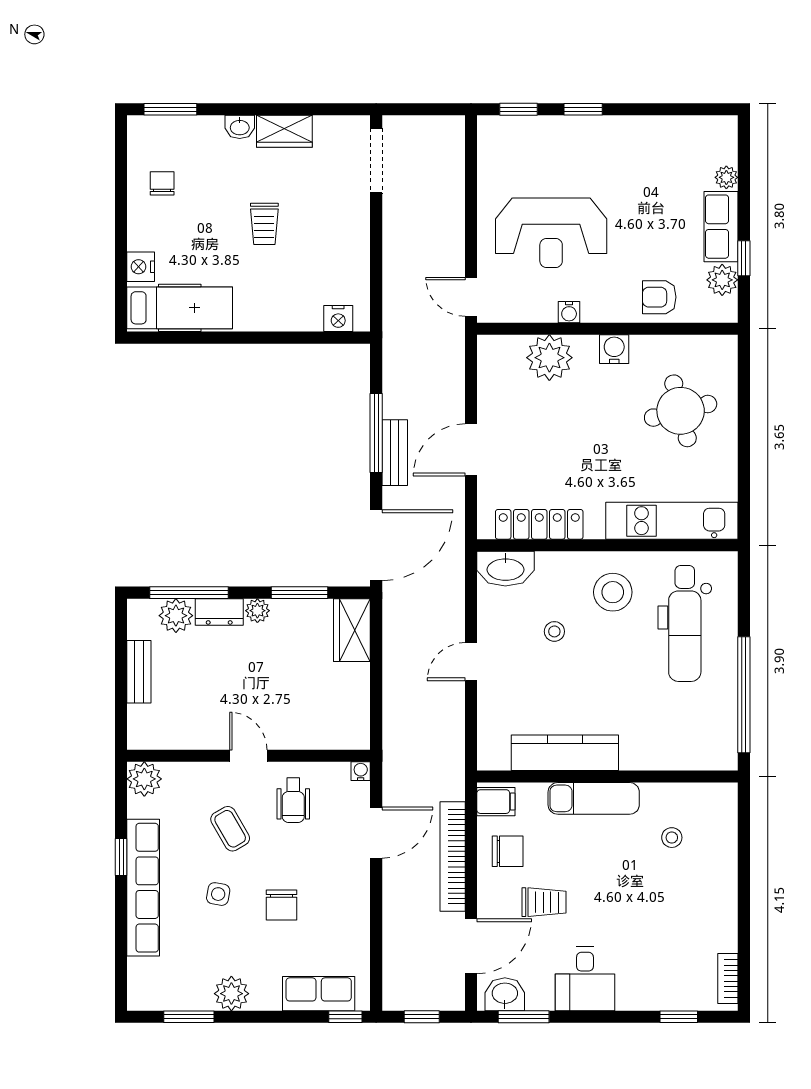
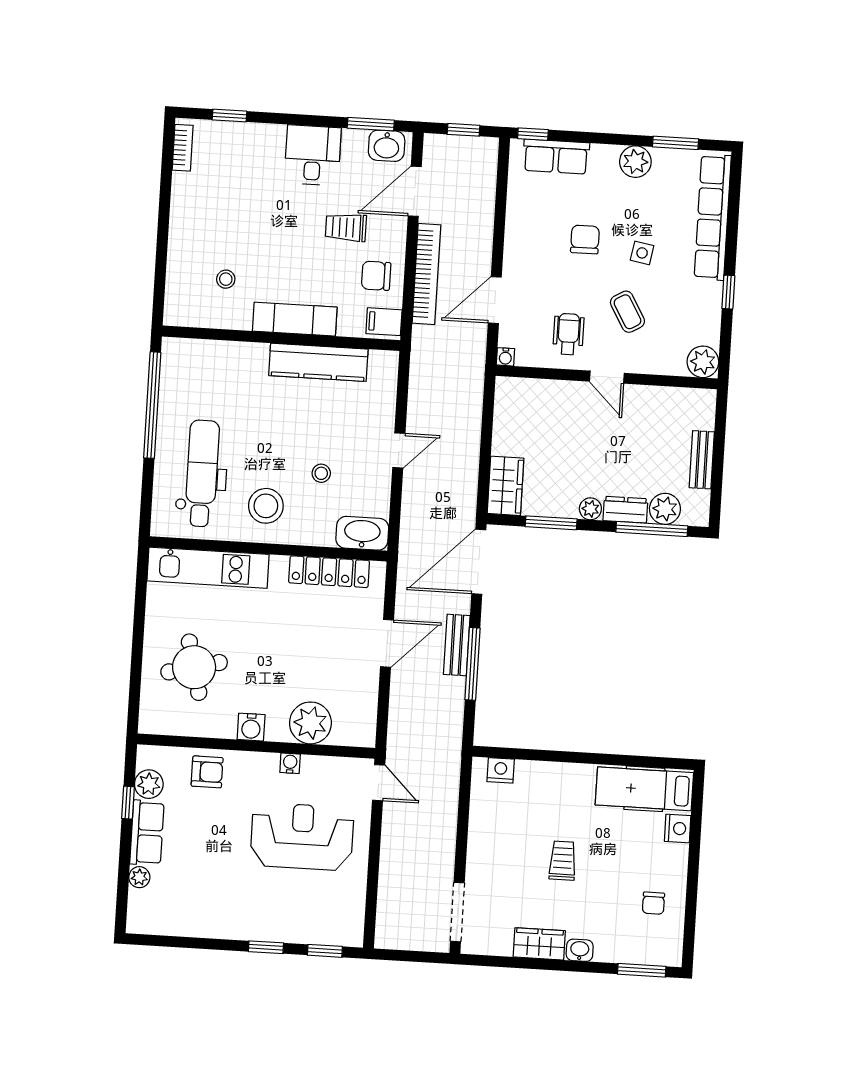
row of seats: (143, 888) -> (713, 217), moved

